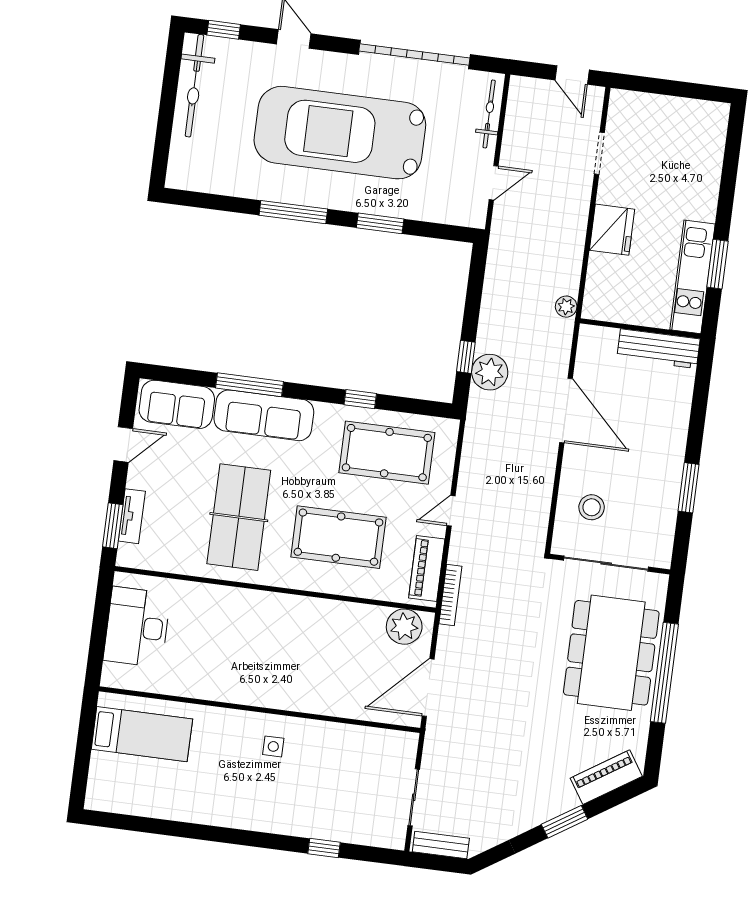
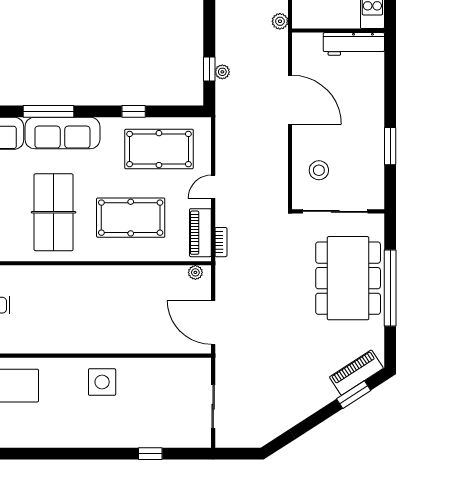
plant: (490, 372) -> (222, 72), width x0.53, depth x0.53
bookcase: (450, 595) -> (221, 242), width x0.64
plant: (404, 627) -> (195, 272), width x0.53, depth x0.53
door: (428, 688) -> (213, 322), hinge flipped
side table: (273, 746) -> (102, 382), width x1.87, depth x1.87
window: (565, 822) -> (354, 395), moved
bench: (441, 845) -> (238, 440), removed

